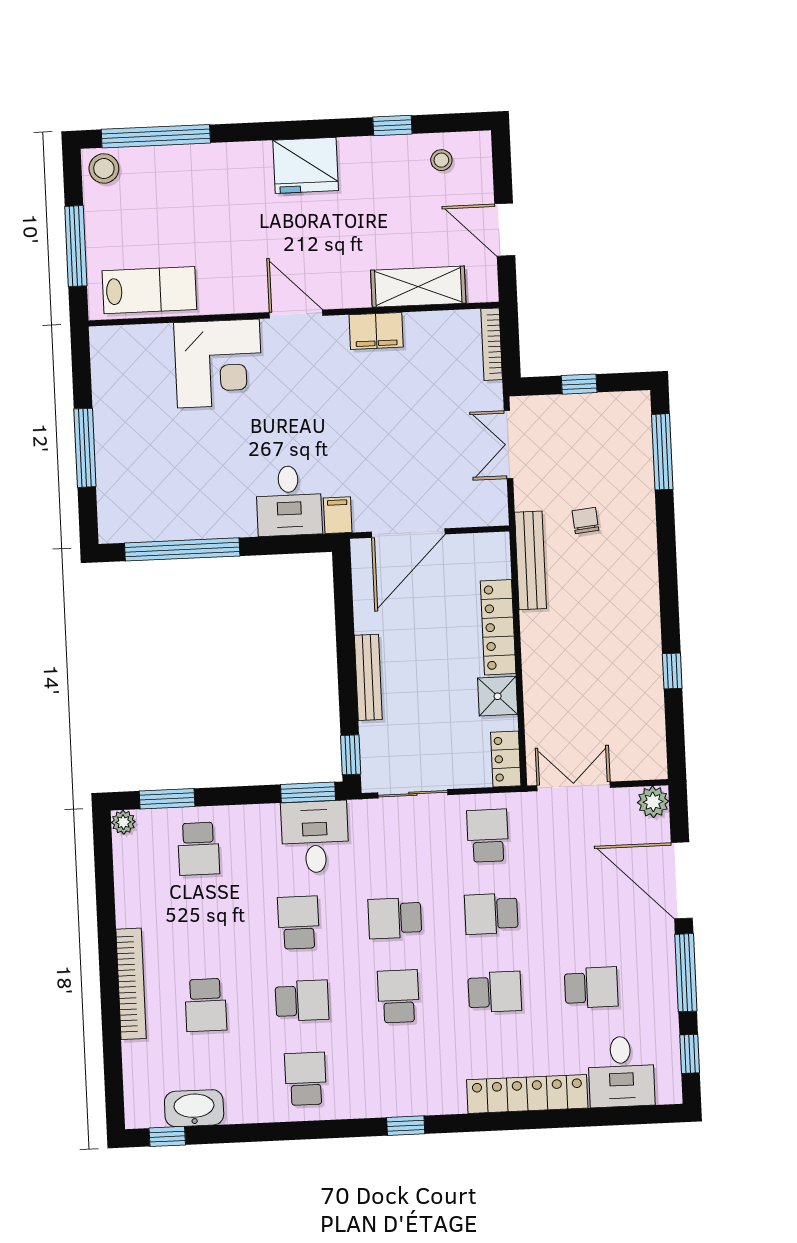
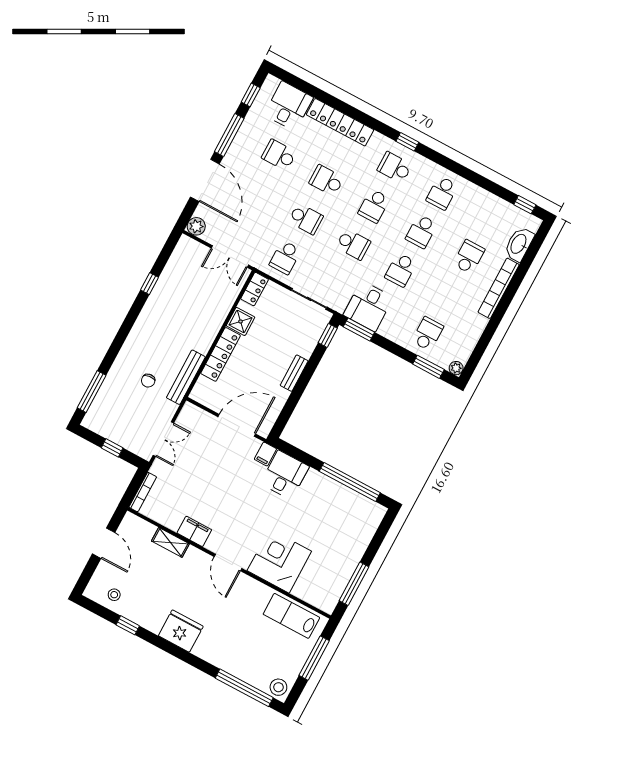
shelving: (418, 287) -> (170, 542), width x0.67, depth x0.75
window: (85, 448) -> (354, 584), moved
bench: (368, 677) -> (294, 373), width x0.73
school desk: (302, 1001) -> (421, 231), turned -90
school desk: (402, 1074) -> (395, 167), added
washbasin: (194, 1108) -> (519, 244), moved, turned 90

